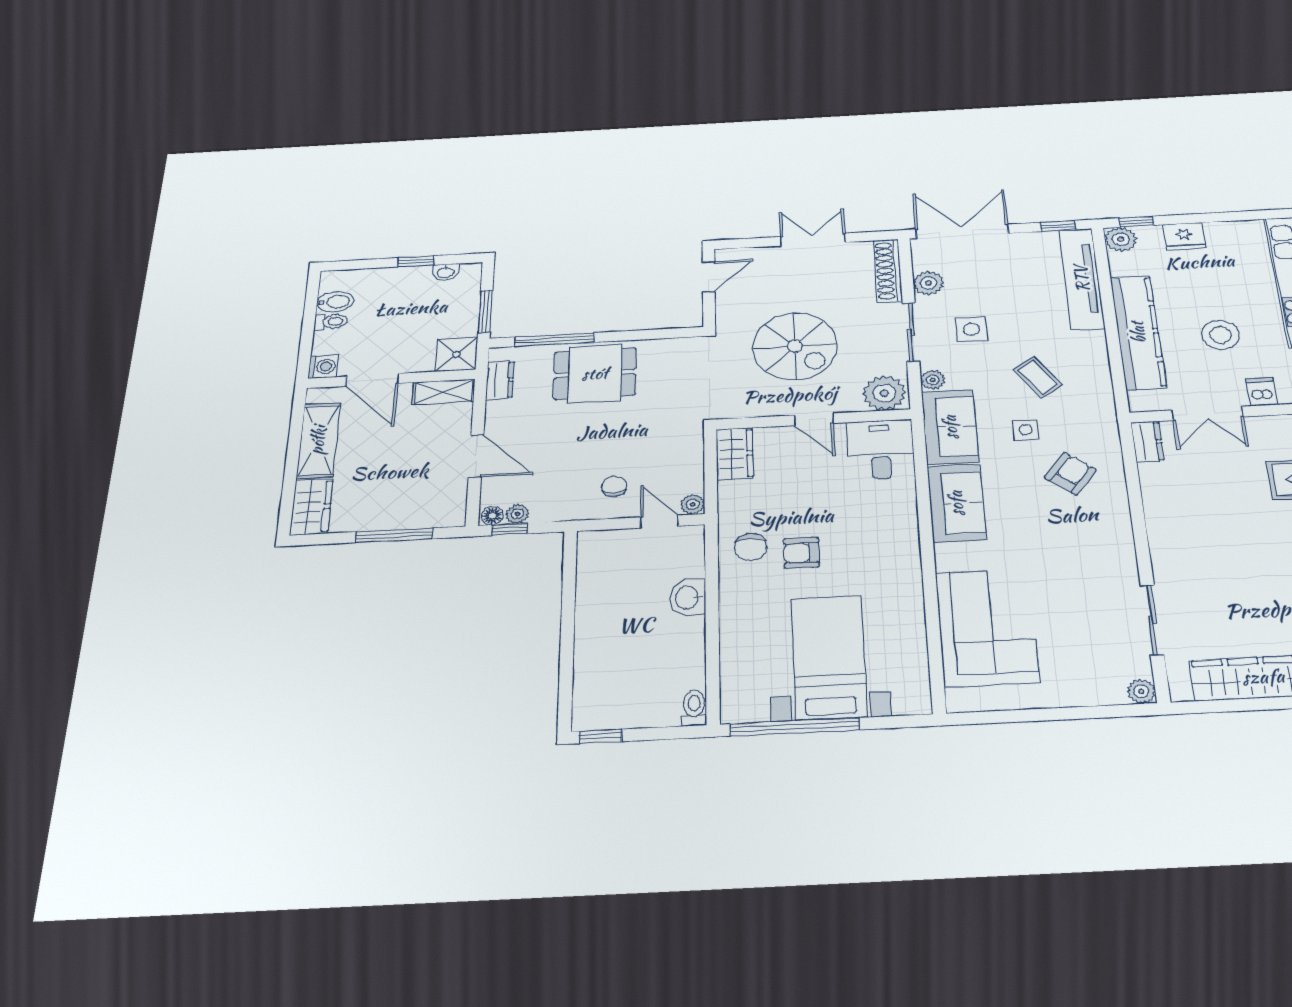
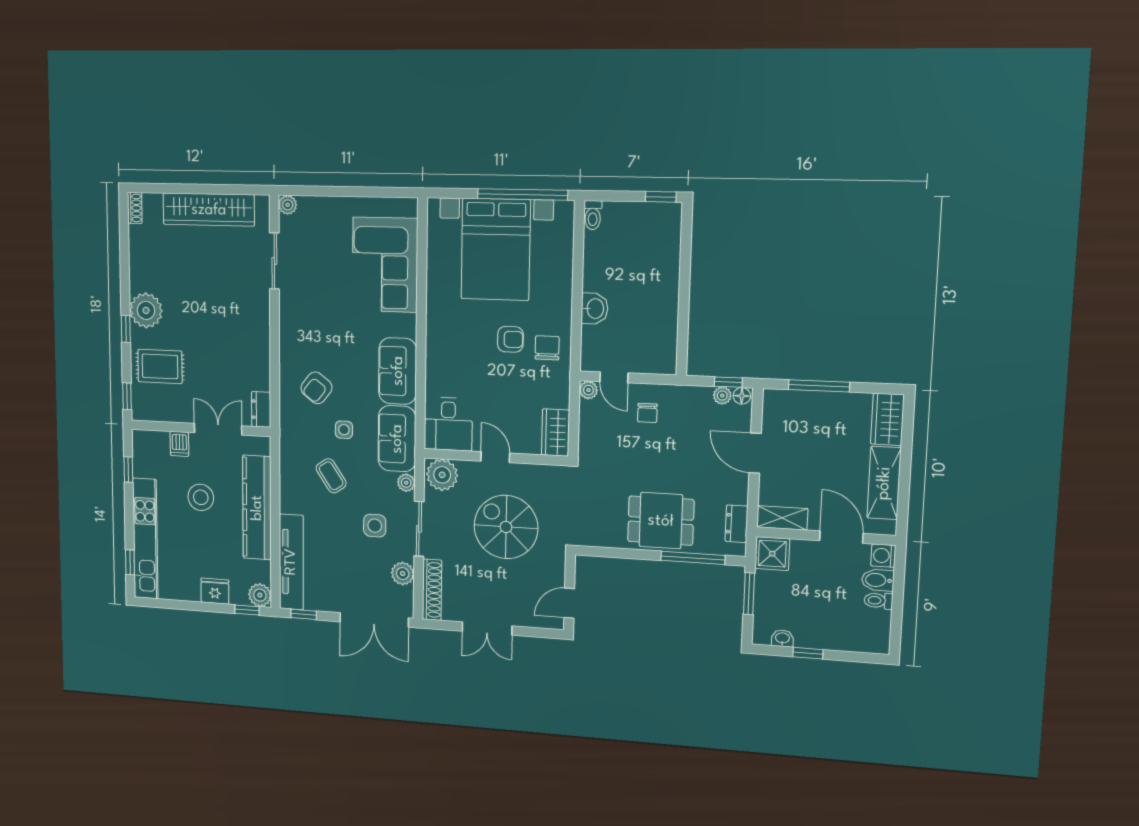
bidet: (335, 302) -> (878, 580), moved
bed with nightstands: (829, 657) -> (496, 249), width x1.36

